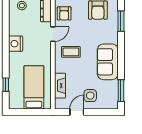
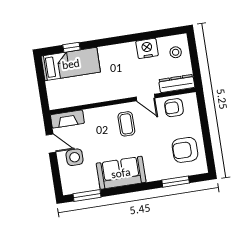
nightstand: (16, 44) -> (147, 48), moved
fireplace: (60, 86) -> (67, 119), moved
bed: (34, 87) -> (71, 64), moved

